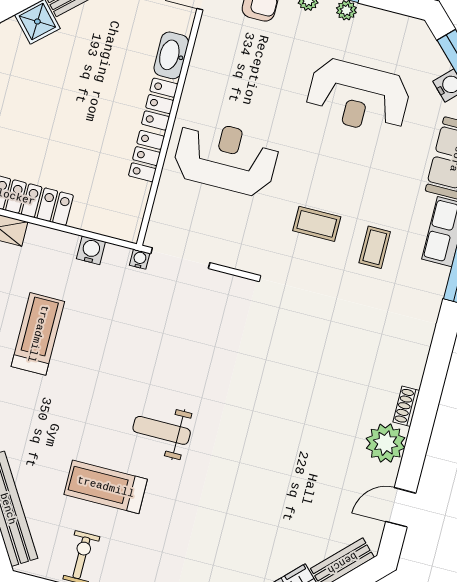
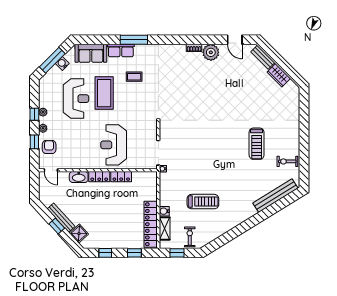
coffee table: (317, 224) -> (104, 93), moved, width x1.86, depth x1.72
water cooler: (91, 250) -> (164, 211), moved
treadmill: (38, 334) -> (203, 202), turned 180
weight bench: (162, 430) -> (229, 143), removed
treadmill: (106, 487) -> (257, 144), moved

